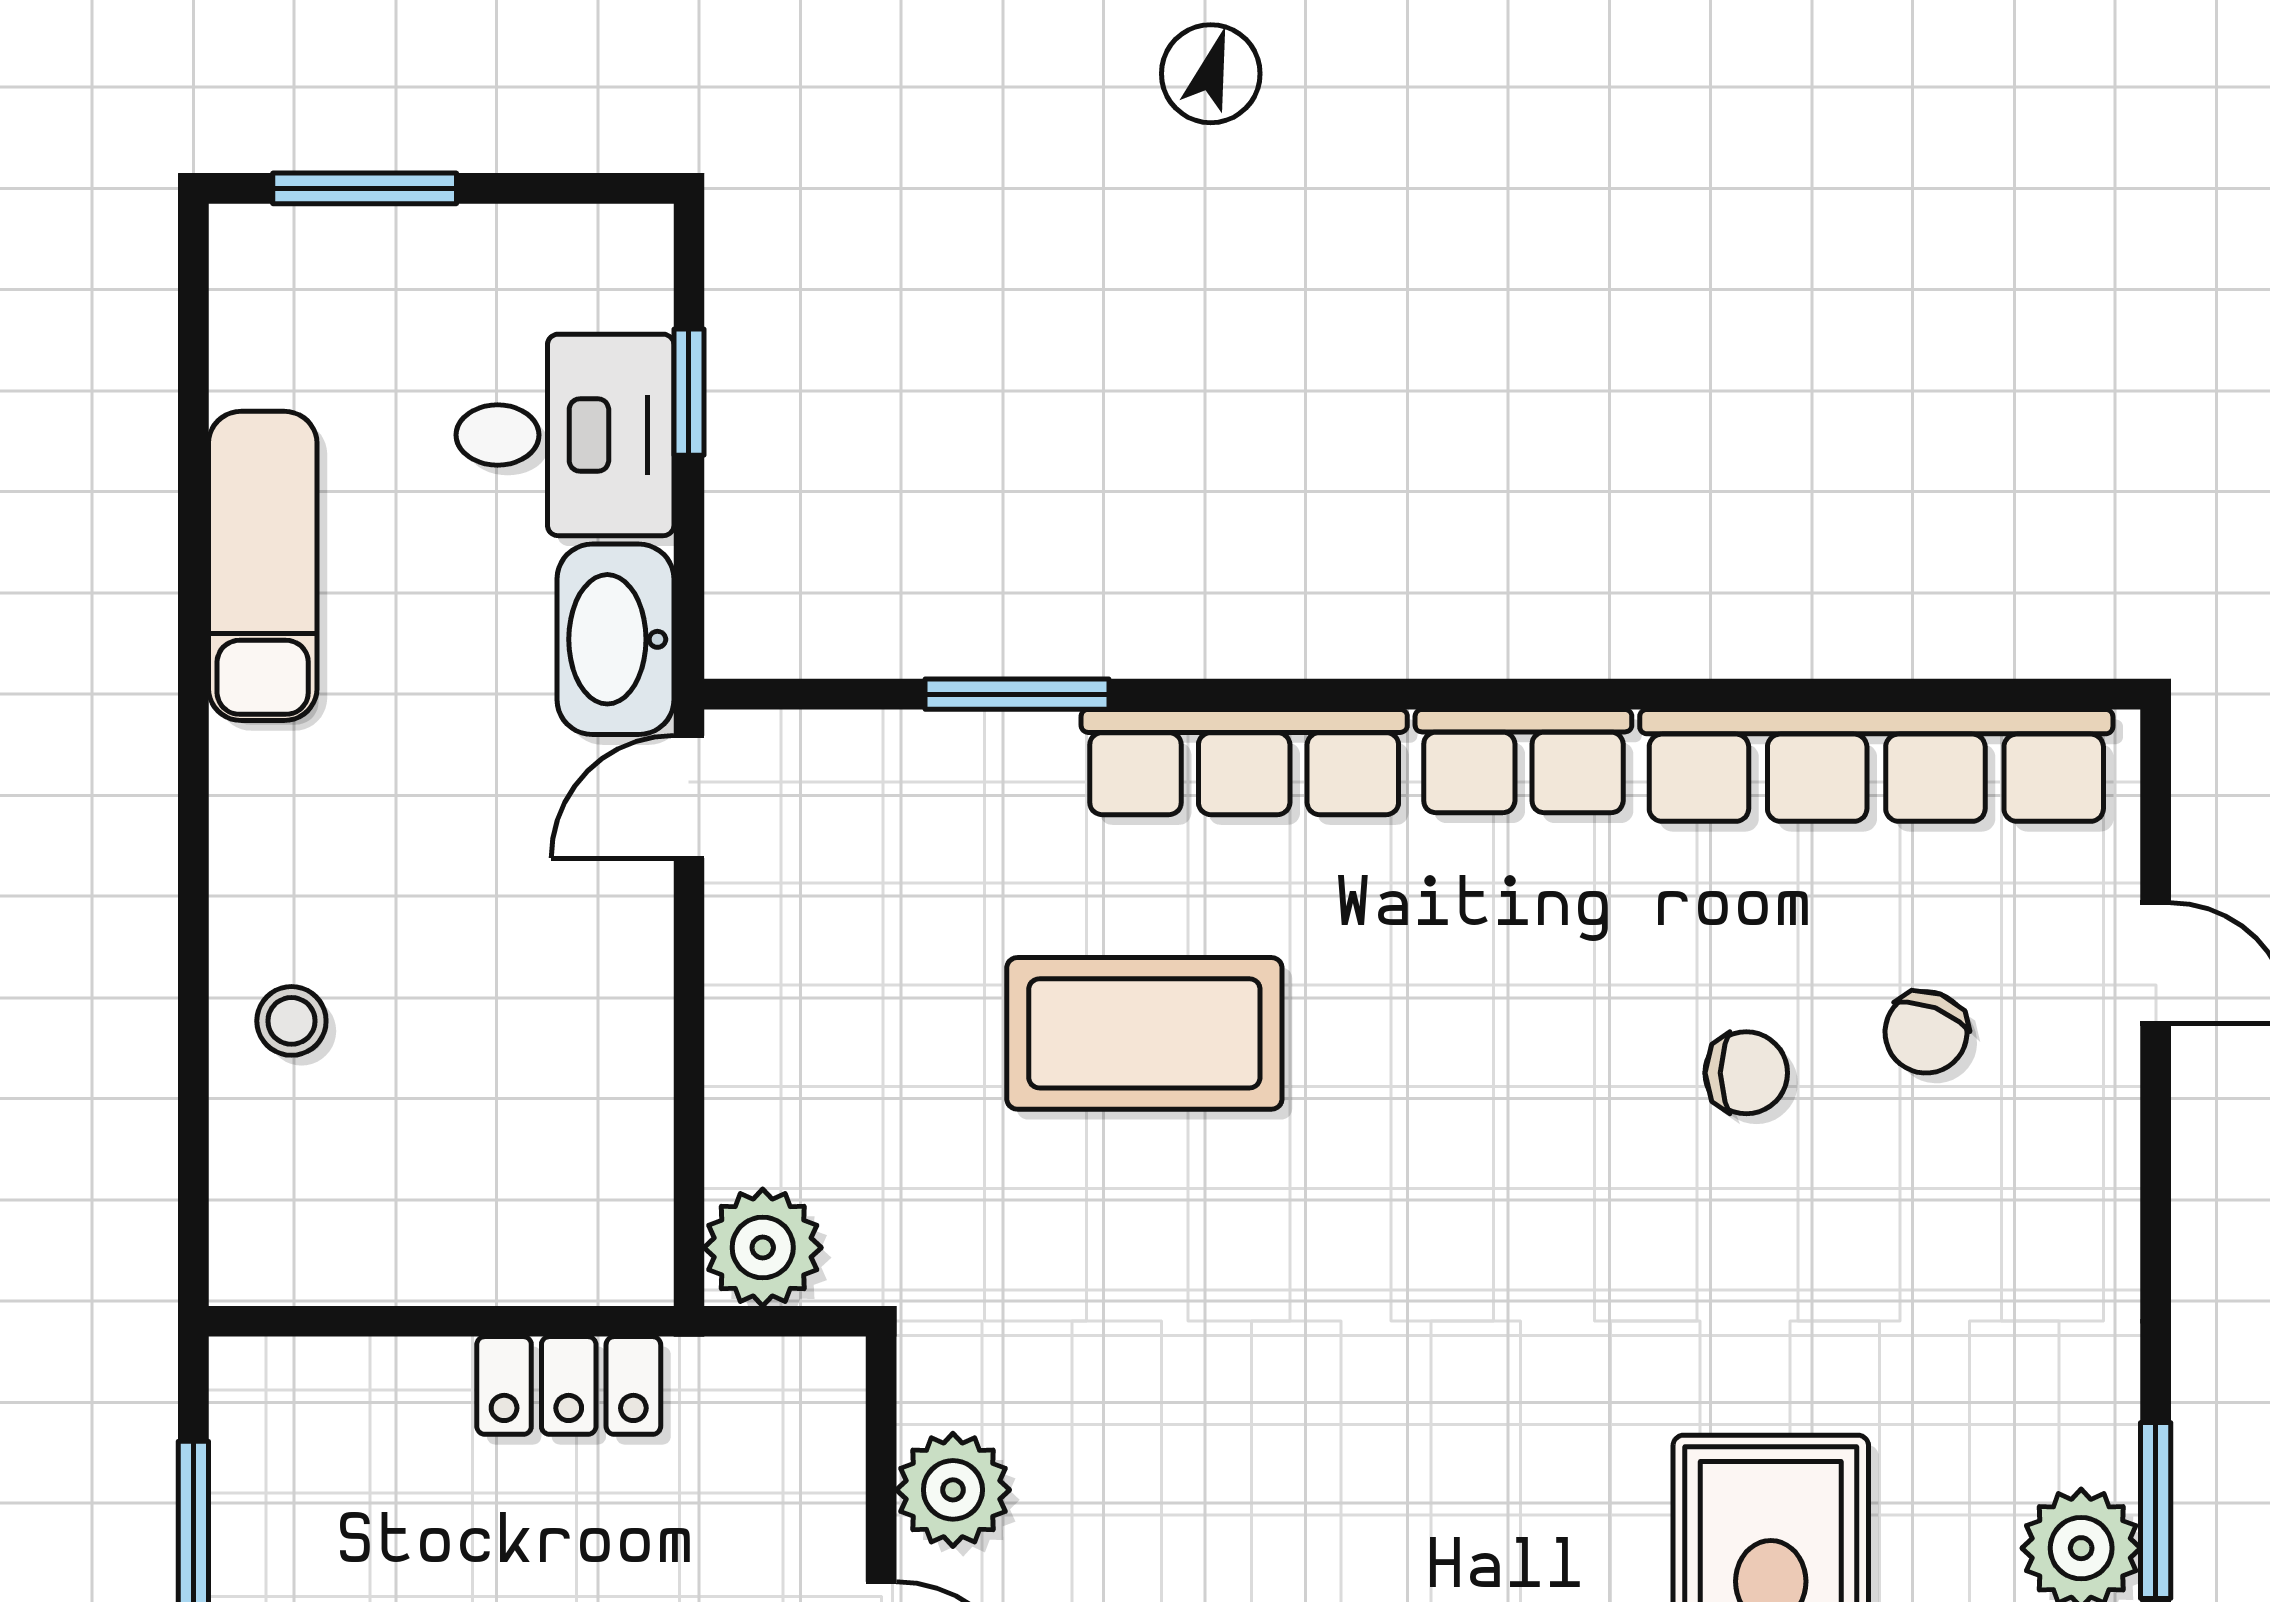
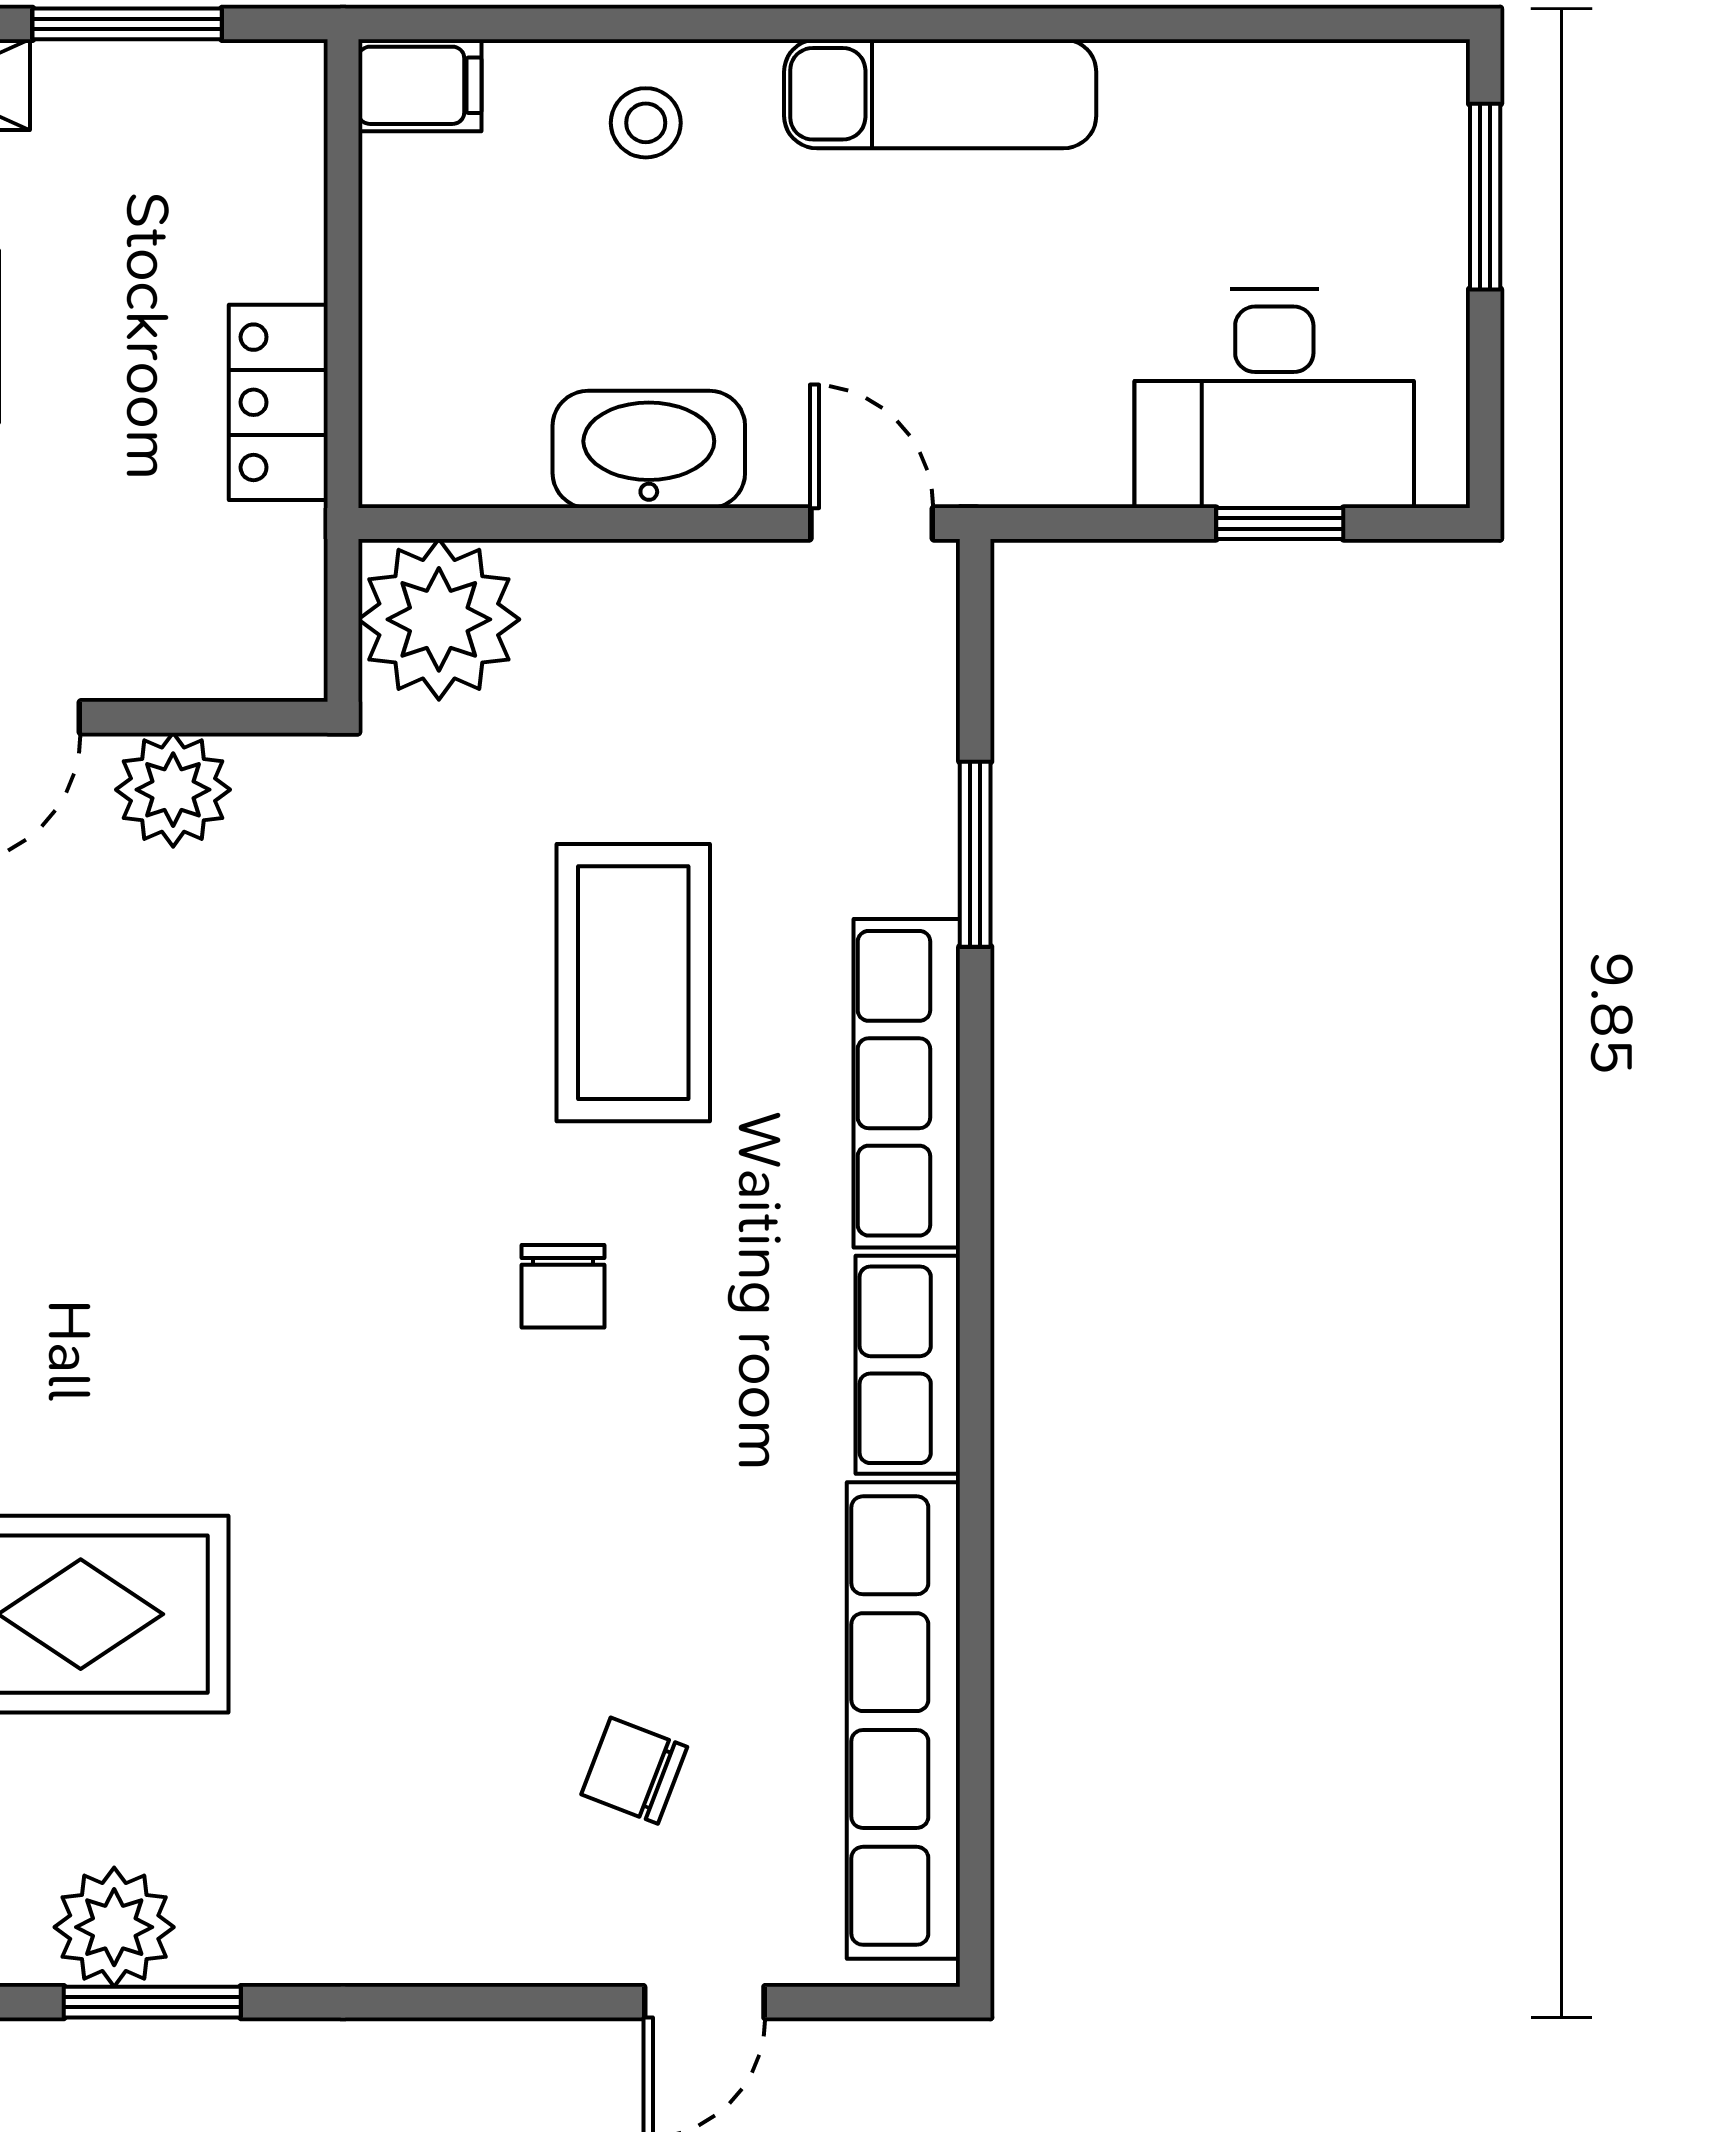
desk: (565, 435) -> (1274, 399), width x1.37
exam couch: (263, 566) -> (940, 94), moved
washbasin: (616, 639) -> (649, 449), moved
chair: (1746, 1073) -> (563, 1286), moved
filing cabinet: (254, 1245) -> (420, 85), added
plant: (763, 1248) -> (439, 619), width x1.36, depth x1.36

